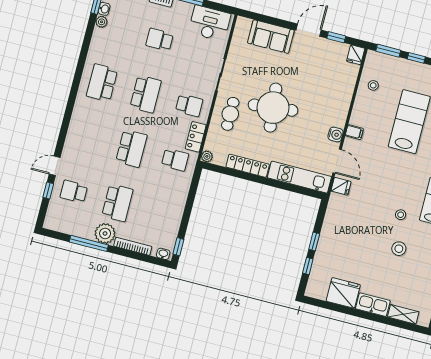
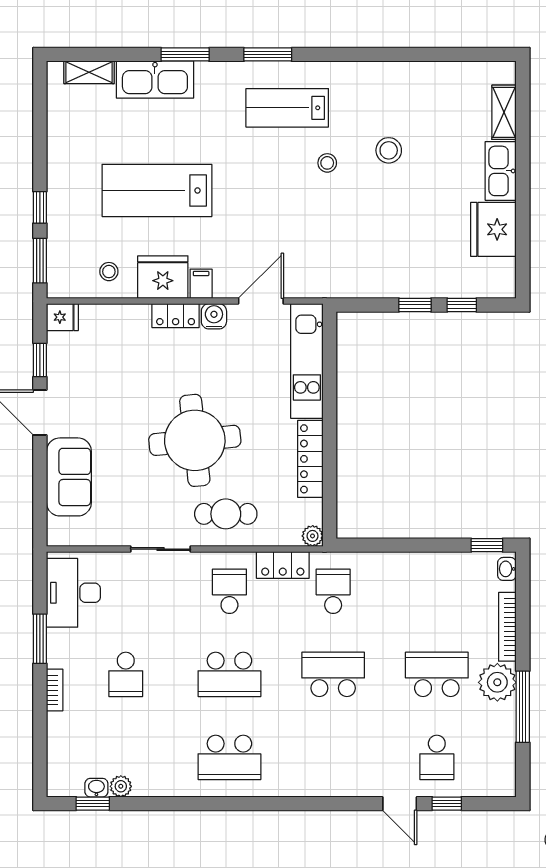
school desk: (146, 94) -> (229, 674), turned 180
locker: (341, 114) -> (176, 316), added
fridge: (341, 186) -> (163, 277), moved, width x1.88, depth x1.34

